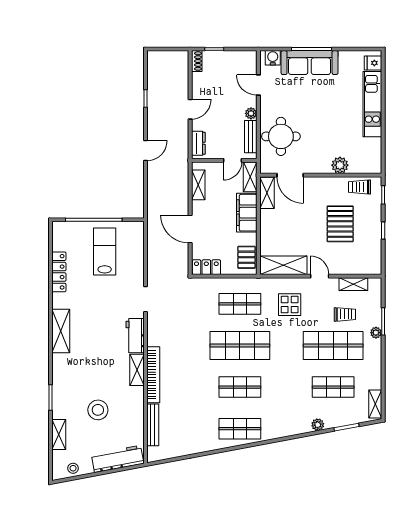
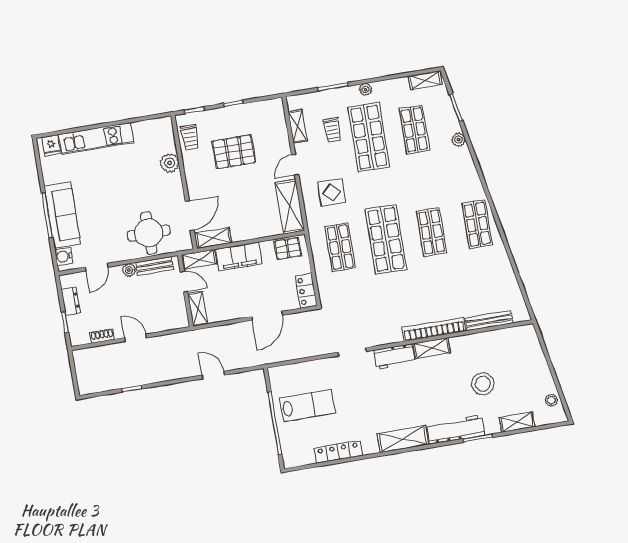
shoe rack: (197, 61) -> (102, 336), moved
dresser: (198, 143) -> (71, 301), moved, turned 90
door: (146, 151) -> (213, 375), moved
shelving: (198, 185) -> (198, 309), moved, turned 90
lab bench: (105, 251) -> (307, 405), turned 180
trolley: (345, 314) -> (332, 130), turned 180
plant: (376, 333) -> (366, 89), moved
workbench: (118, 459) -> (456, 430), moved, turned 101

